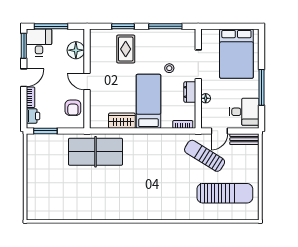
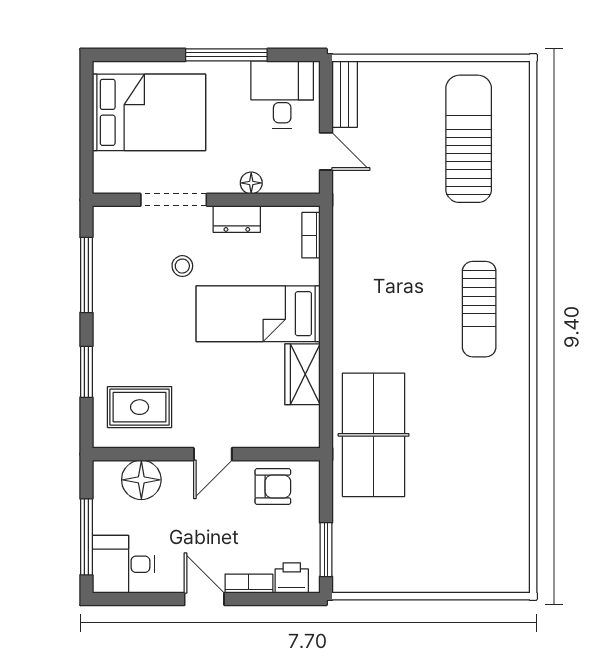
window: (24, 46) -> (131, 599), removed
rug: (126, 49) -> (140, 407), moved
sun lounger: (205, 156) -> (479, 309), moved, turned -32

